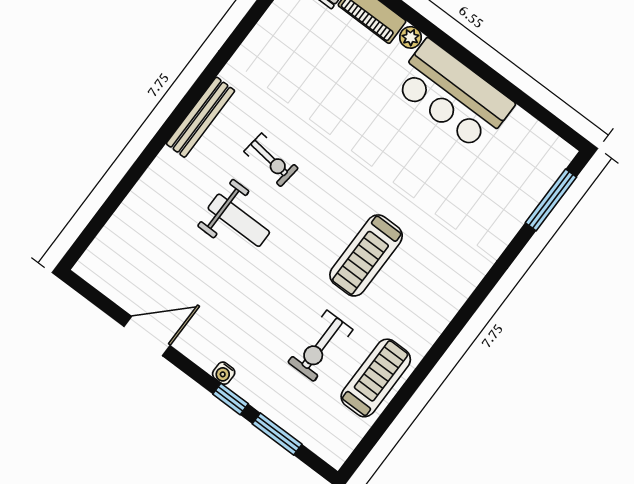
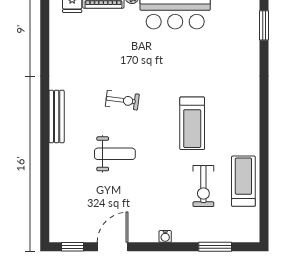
exercise bike: (271, 160) -> (122, 100), moved
window: (551, 200) -> (264, 25), width x0.69
window: (231, 399) -> (72, 247), moved

